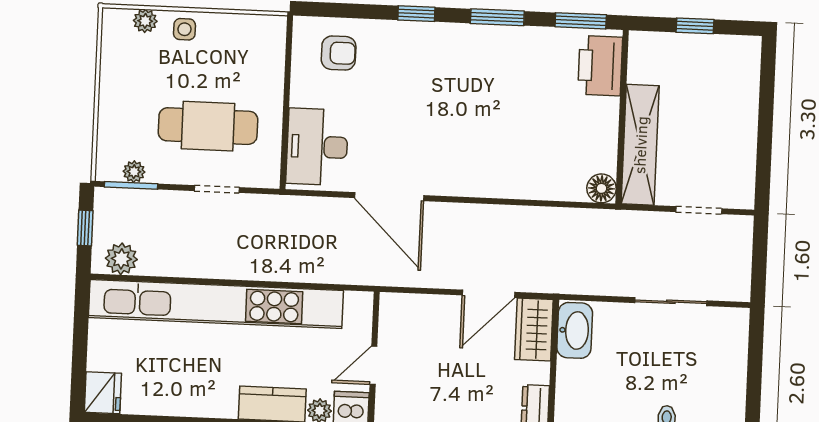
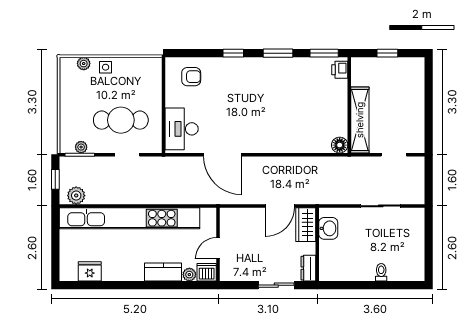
printer: (600, 66) -> (340, 70), width x0.53, depth x0.68
washbasin: (575, 330) -> (328, 228), width x0.72
fridge: (103, 393) -> (90, 271), moved, turned -90

